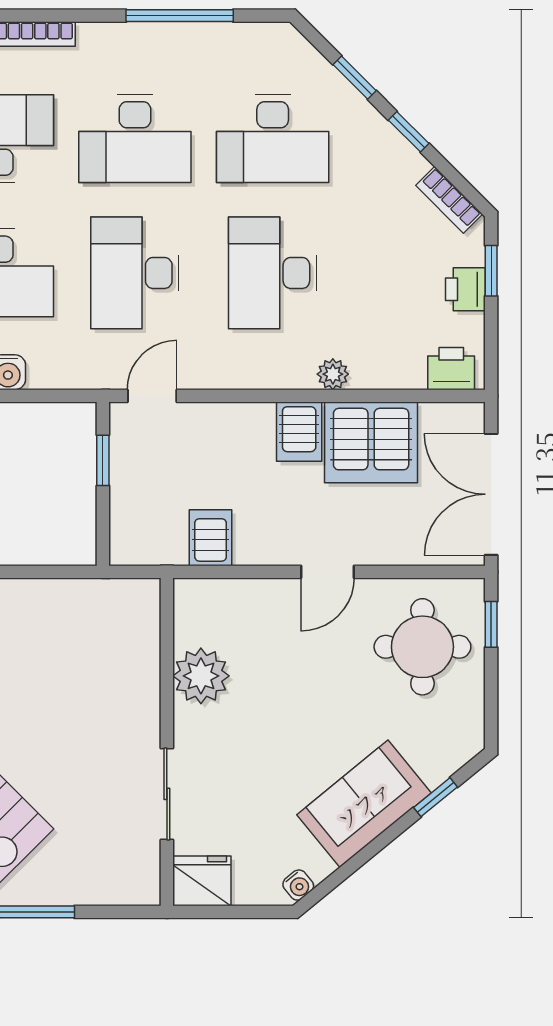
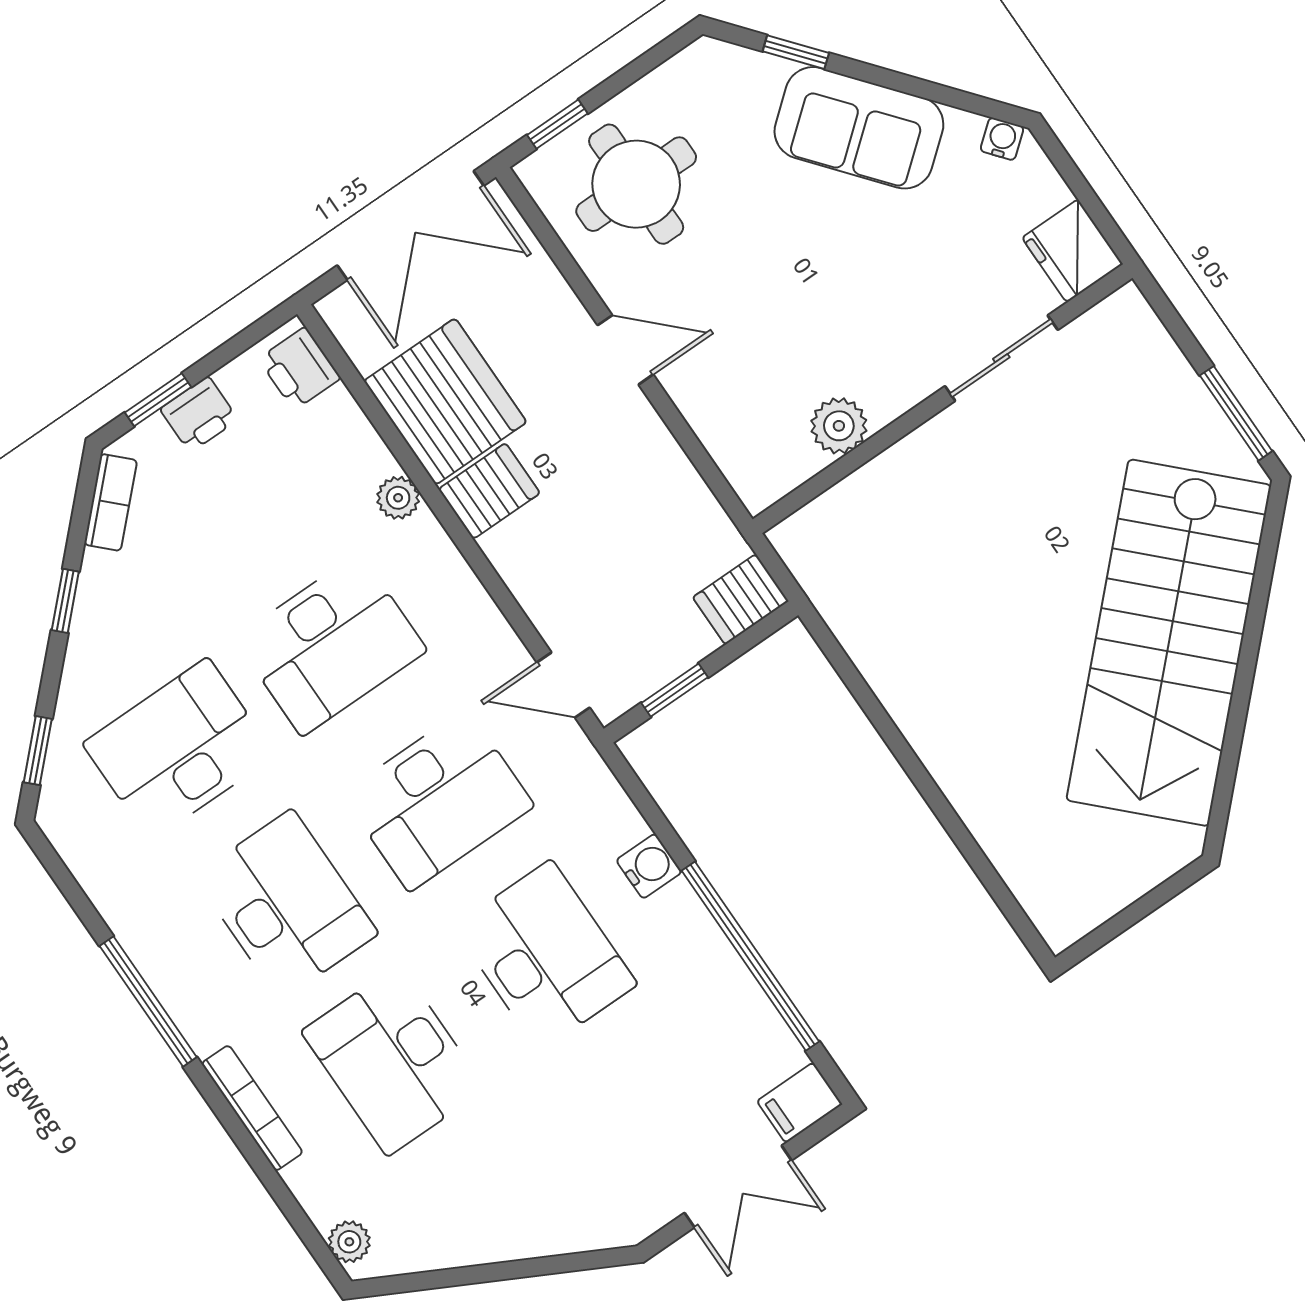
window: (180, 16) -> (148, 1002), moved
window: (355, 78) -> (38, 751), moved
desk: (273, 139) -> (179, 749), turned -90
server rack: (211, 538) -> (741, 599), moved
plant: (201, 676) -> (839, 426), width x0.73, depth x0.73

